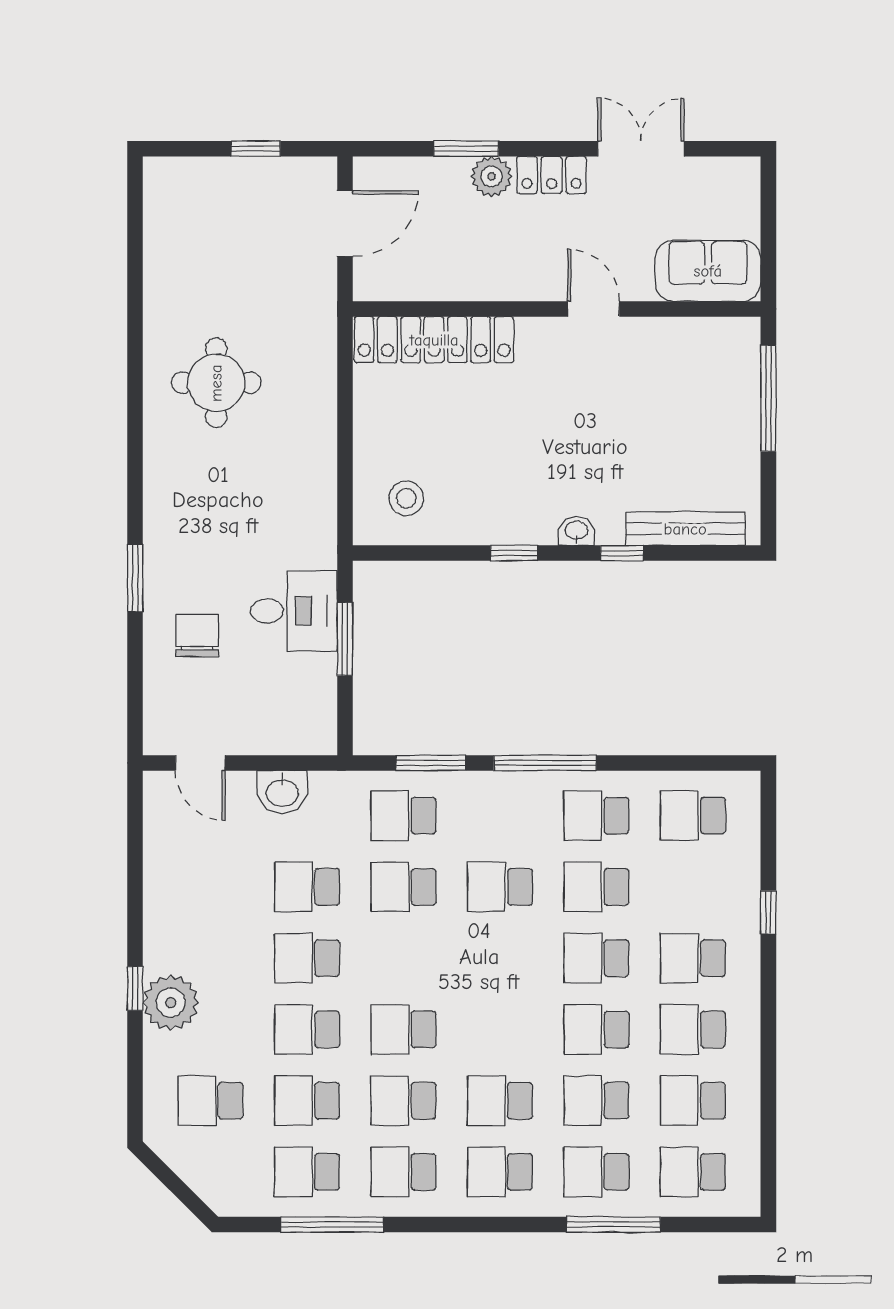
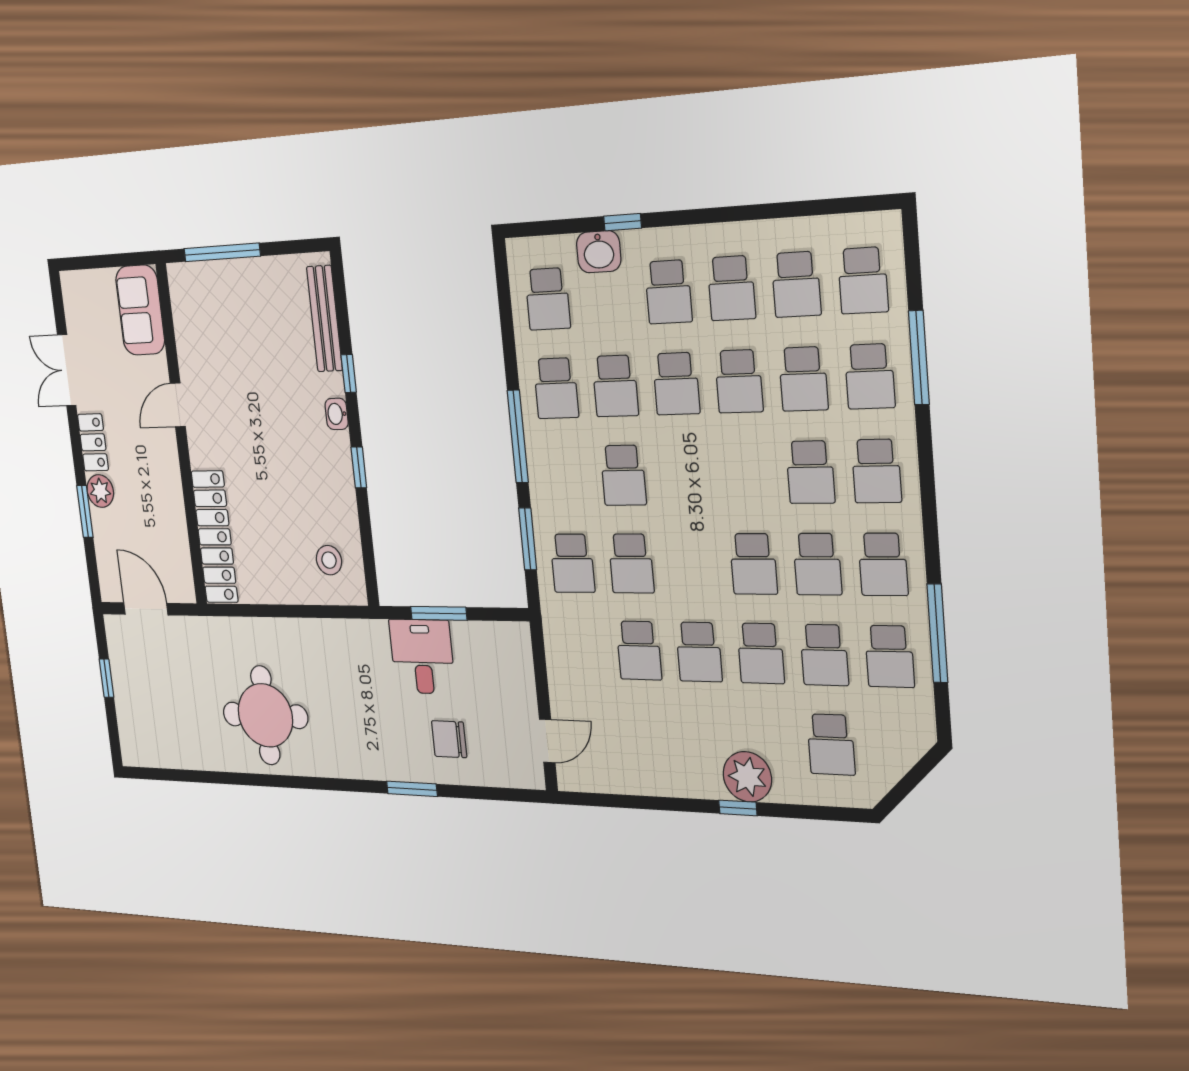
round table: (216, 383) -> (265, 715), width x1.36, depth x1.36
washbasin: (282, 792) -> (599, 252), moved, turned 90

